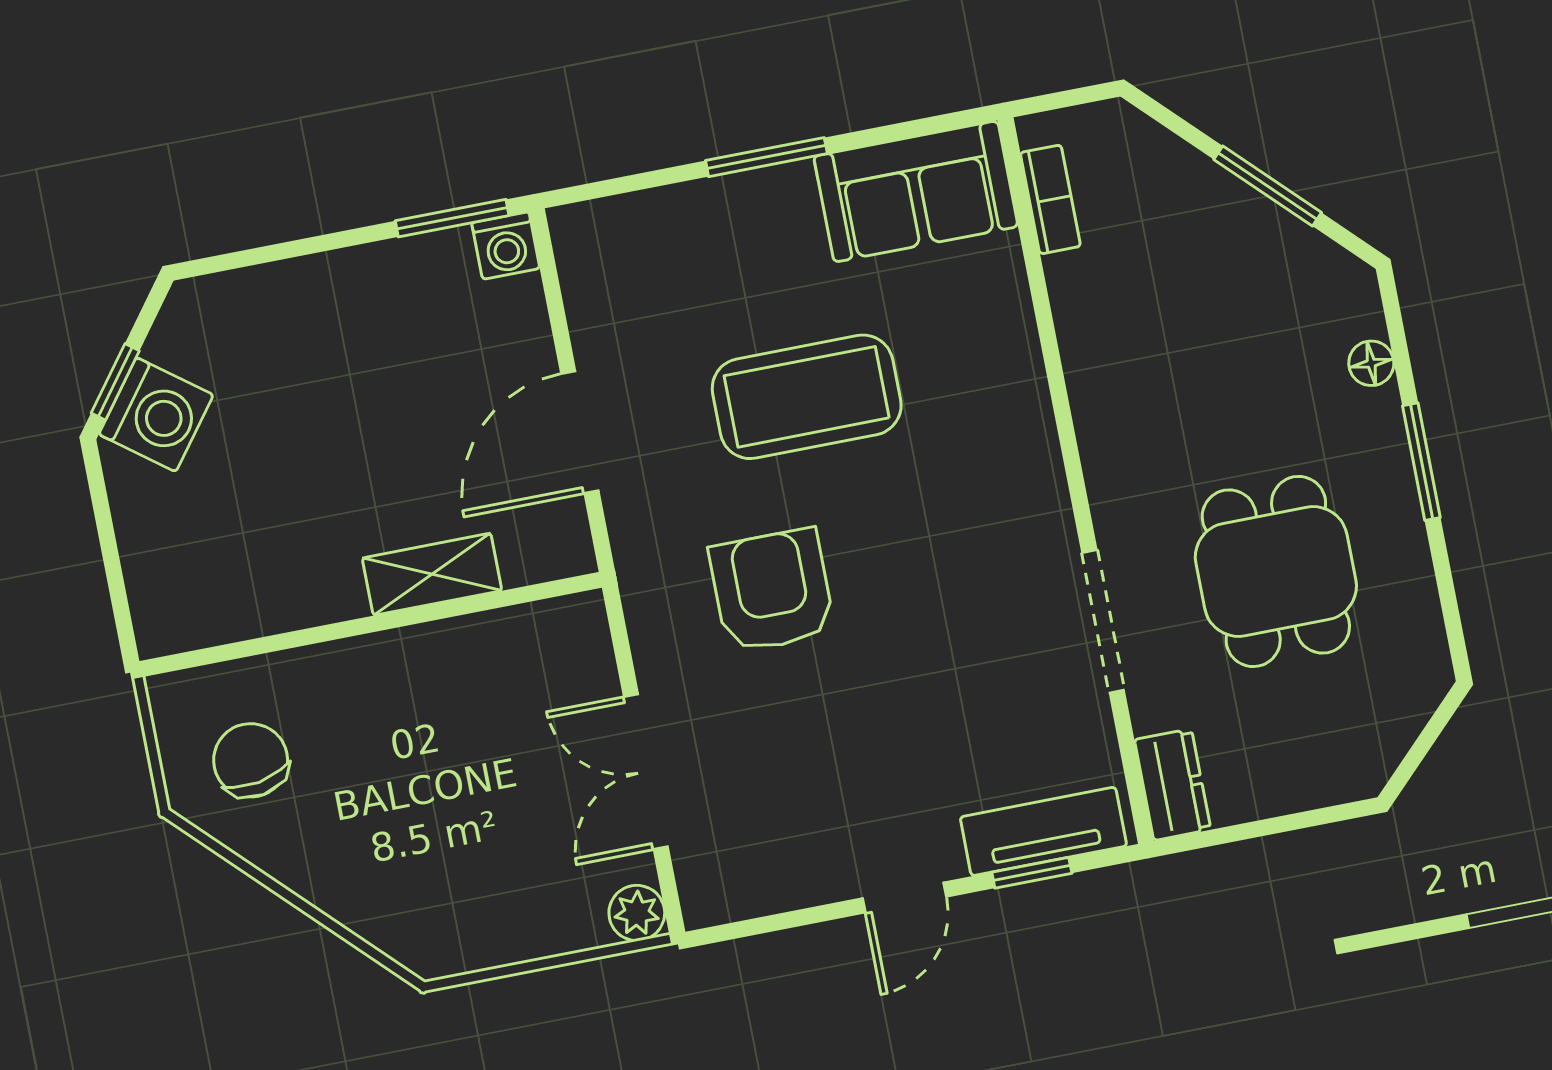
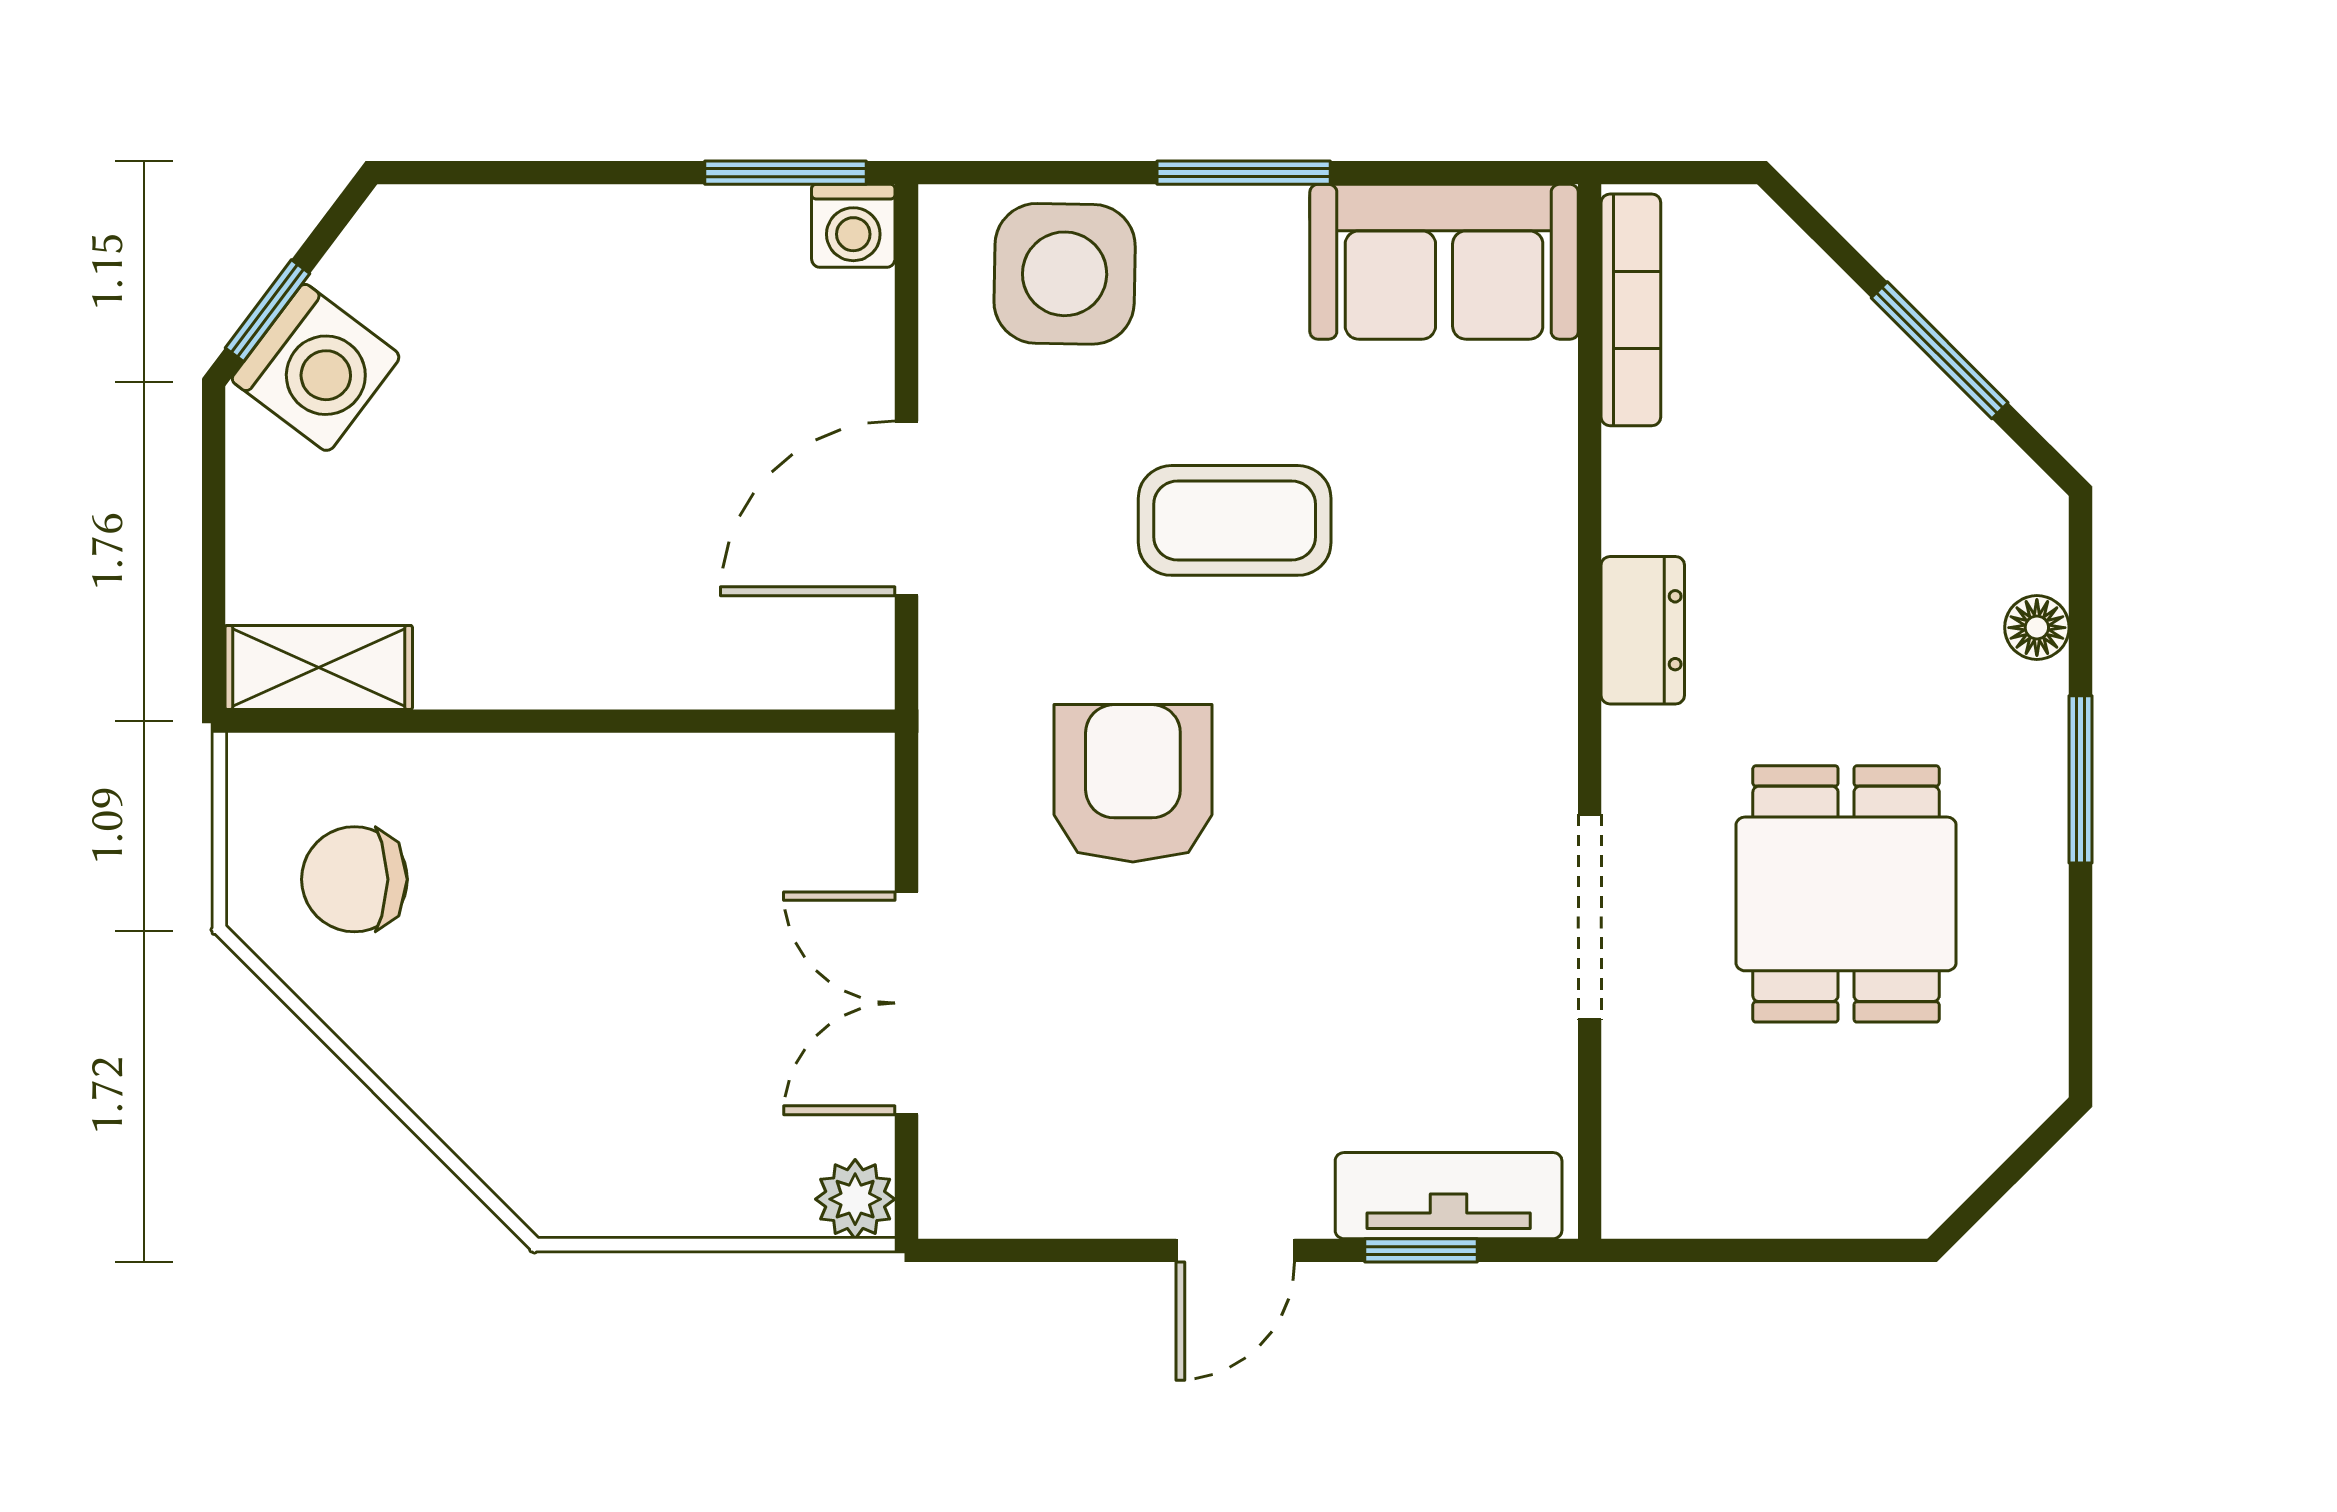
bookcase: (1050, 199) -> (1631, 310), width x1.56
side table: (657, 250) -> (1065, 274), added
coffee table: (807, 397) -> (1235, 520), width x0.73, depth x0.76
shelving: (432, 574) -> (319, 668), moved
chair: (251, 760) -> (354, 879), turned -80
dresser: (1173, 785) -> (1643, 630), moved

